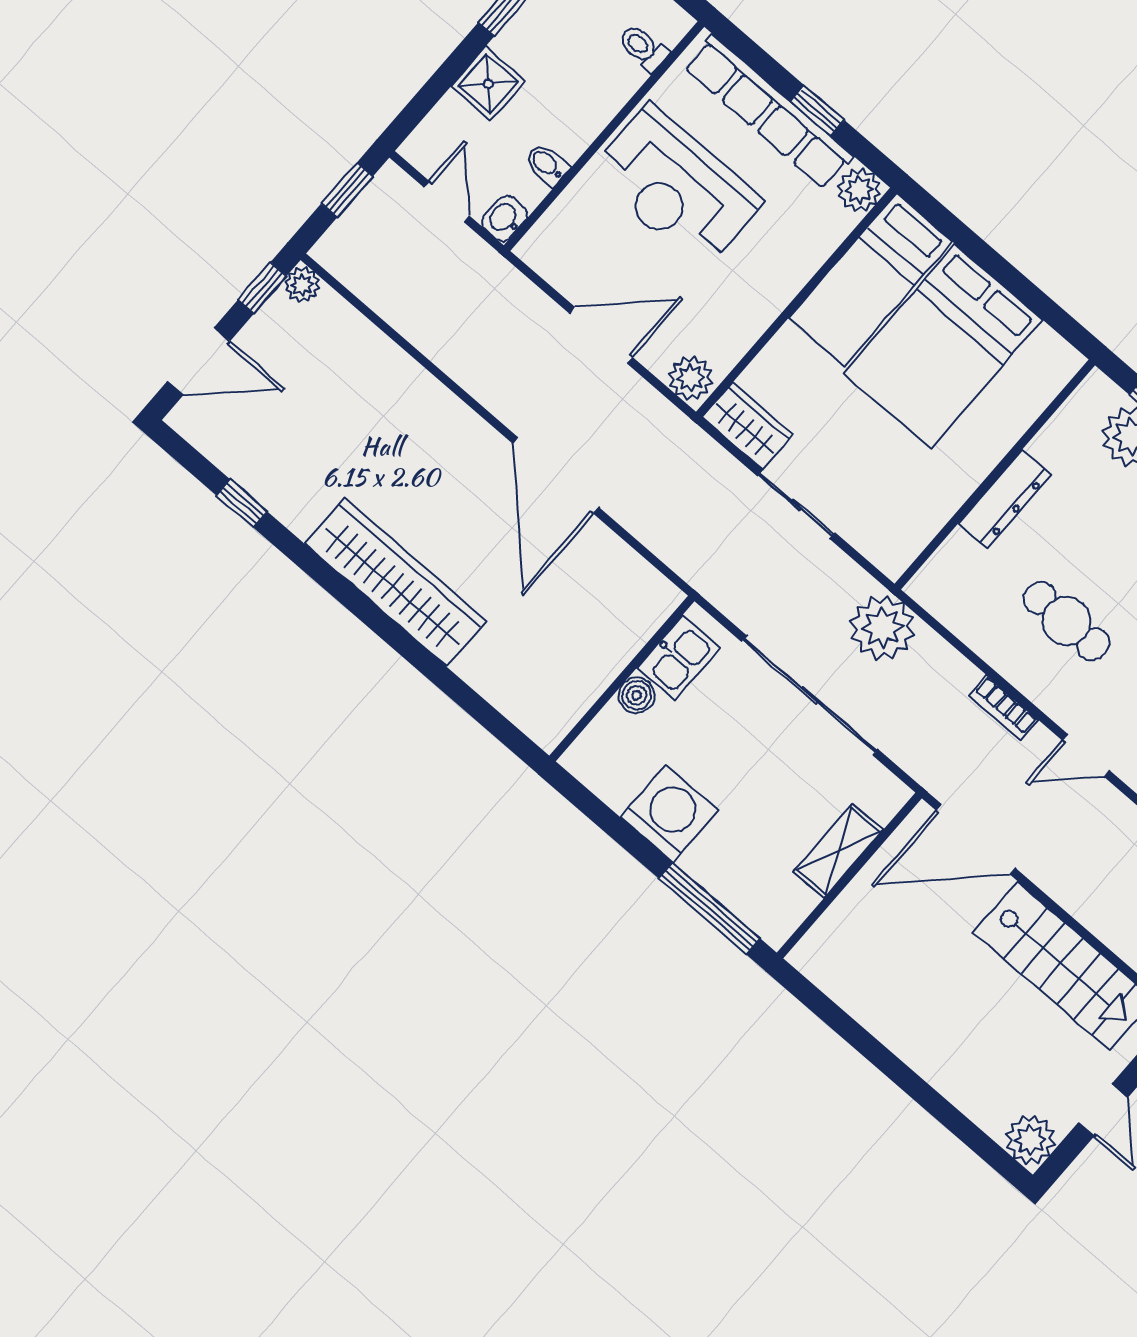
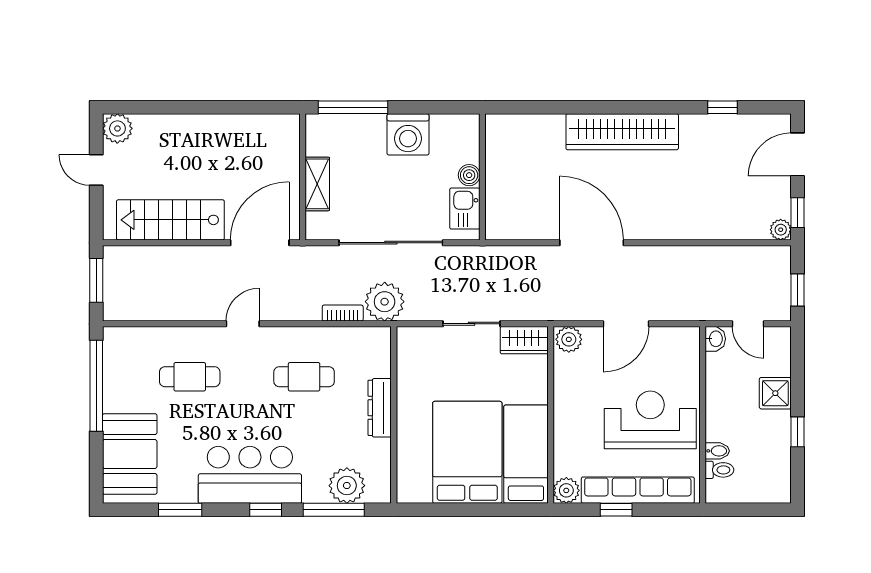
bidet: (547, 165) -> (717, 451), moved
bookcase: (1004, 708) -> (343, 313), moved

